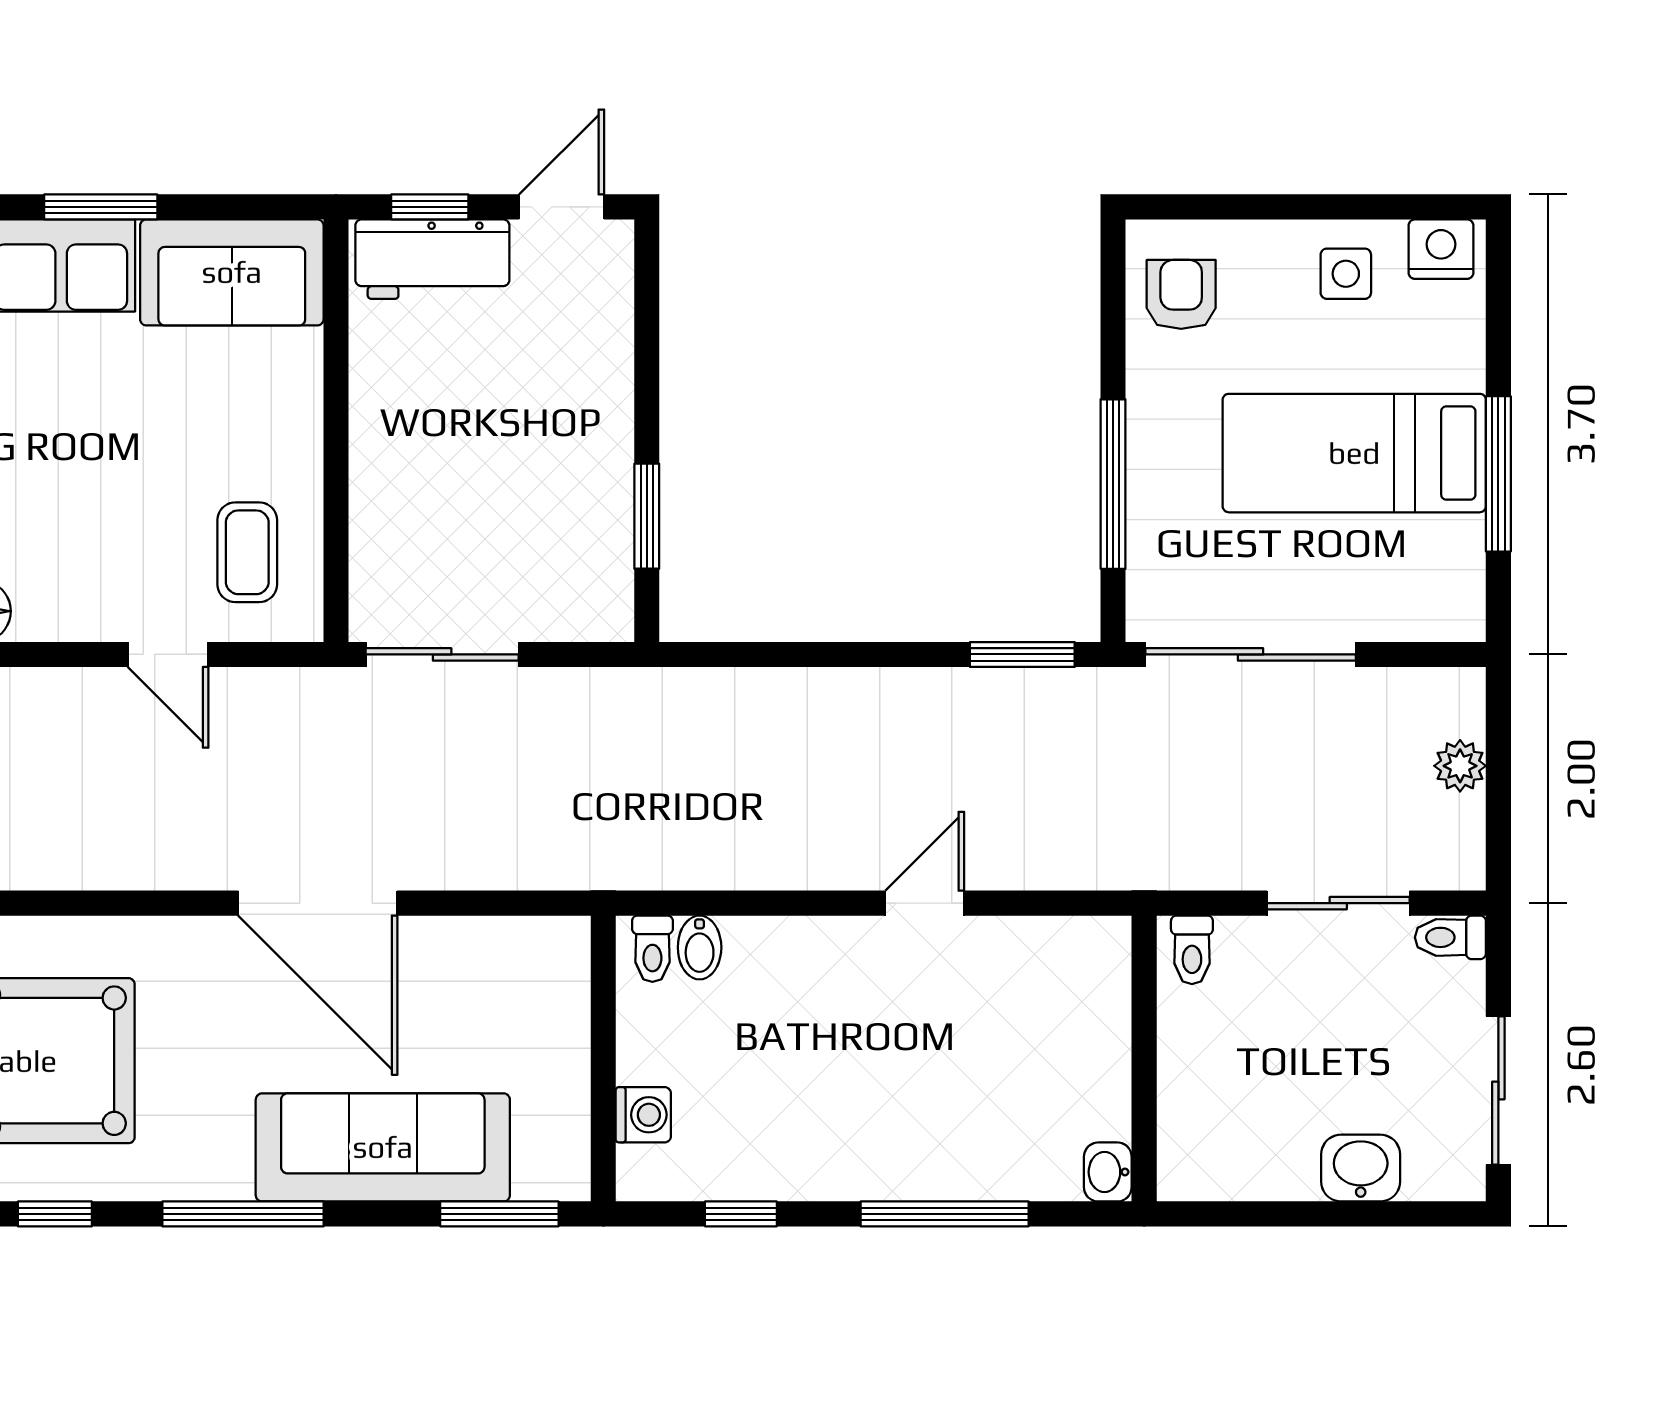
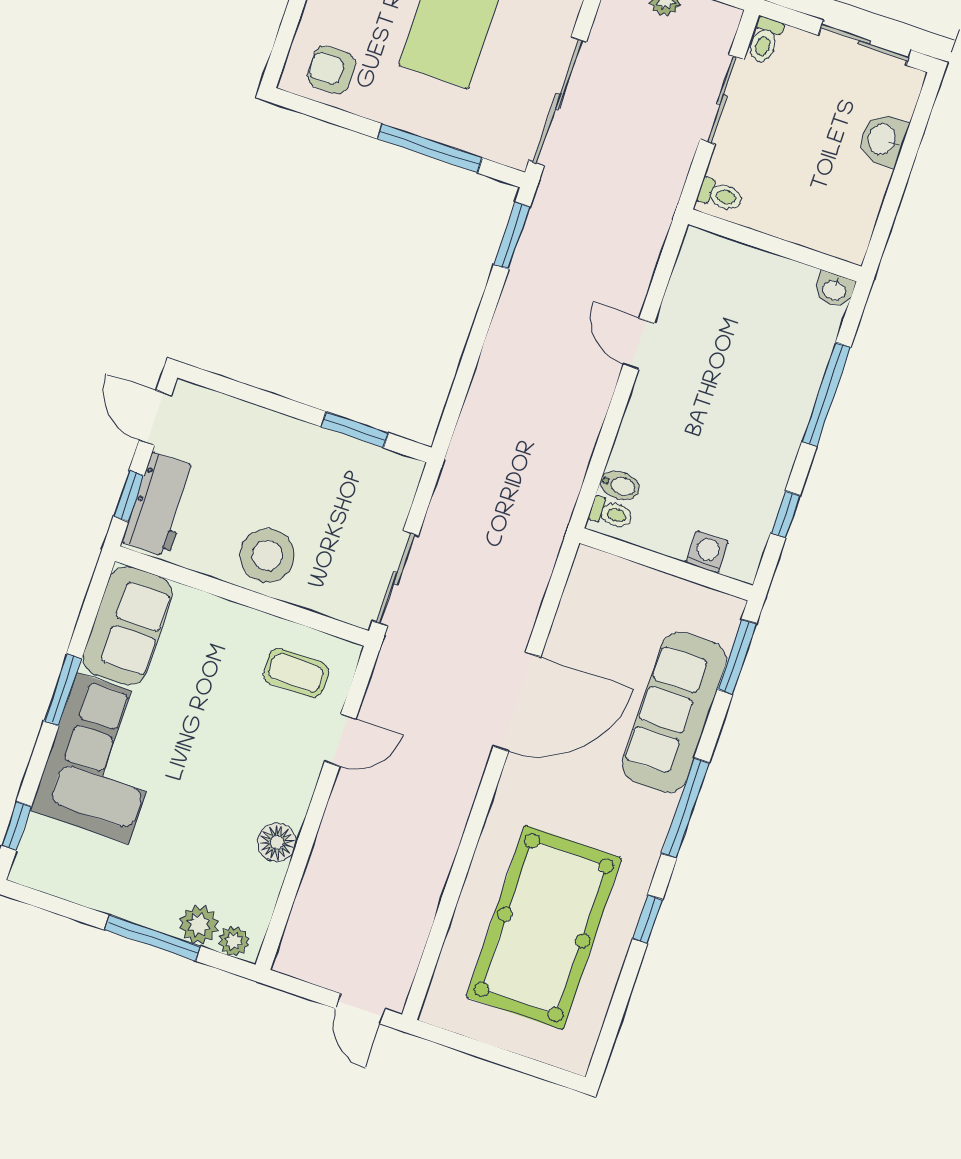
stool: (411, 448) -> (267, 555), added

